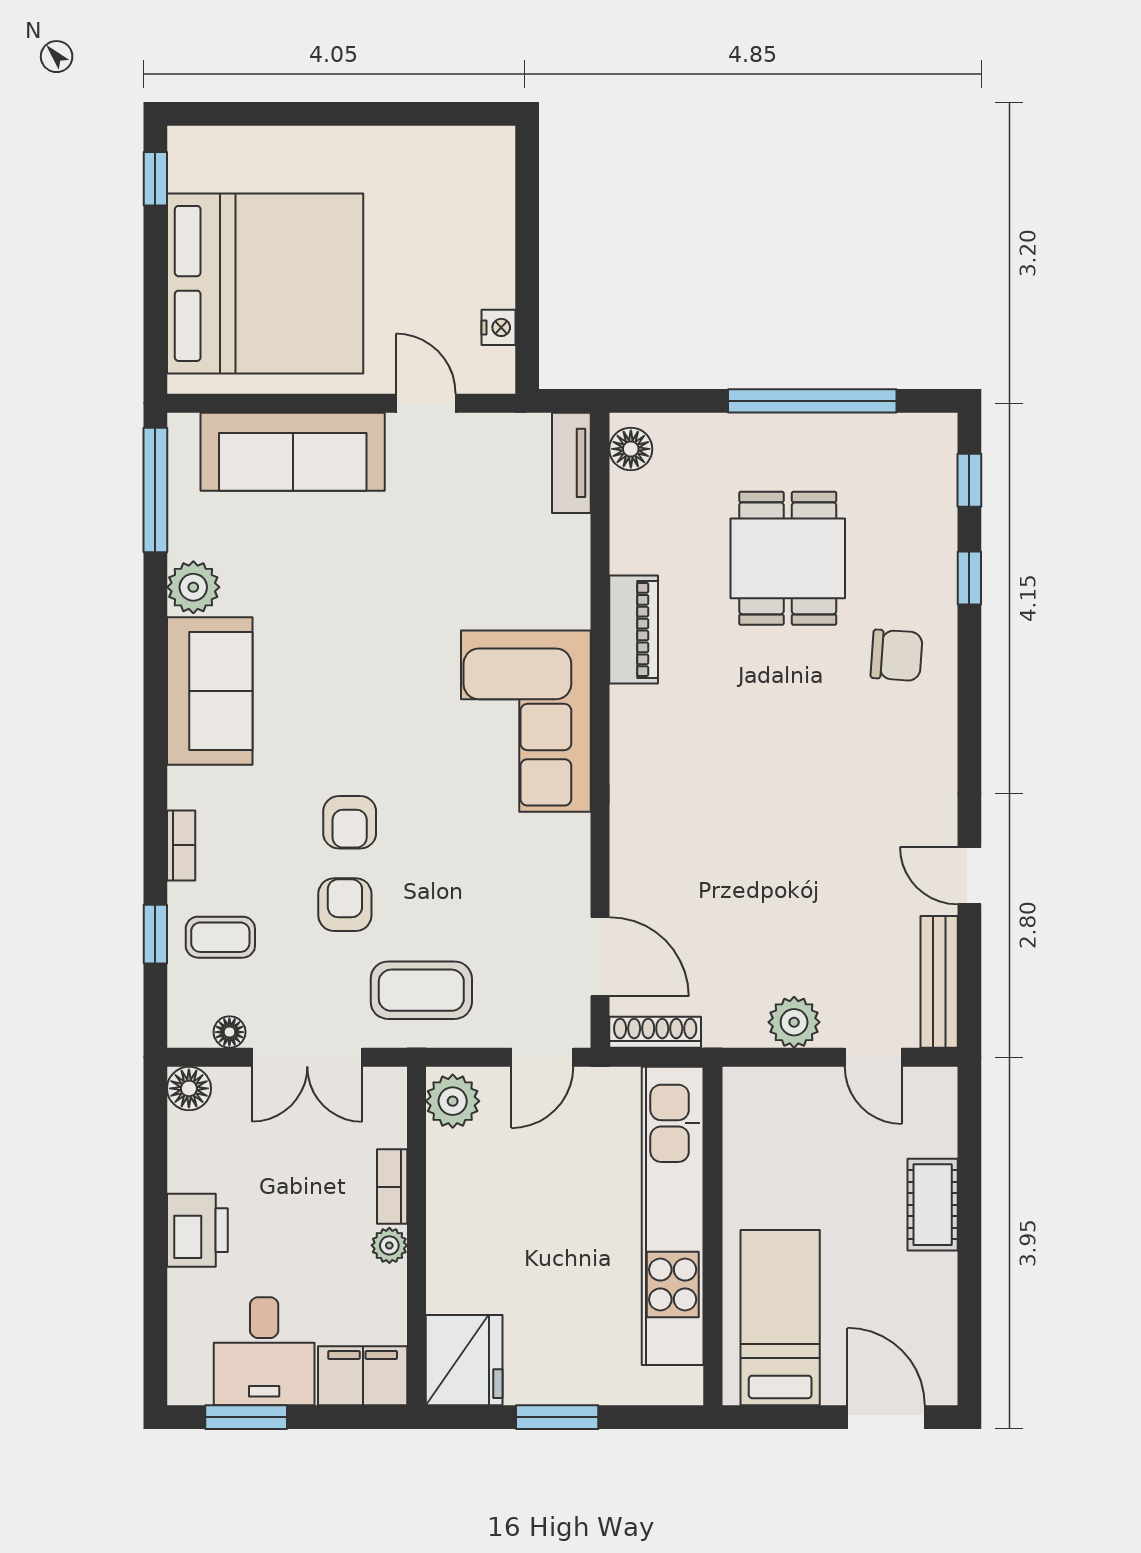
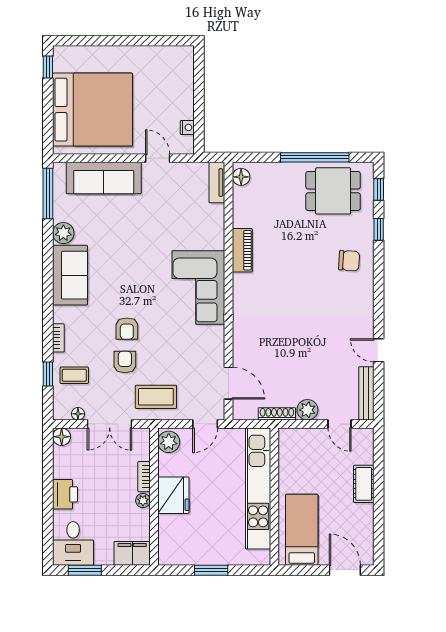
dining table: (788, 558) -> (333, 191), moved, turned 90
shoe rack: (655, 1032) -> (277, 414), moved
desk: (264, 1351) -> (73, 543), moved
fridge: (464, 1360) -> (173, 495), moved

